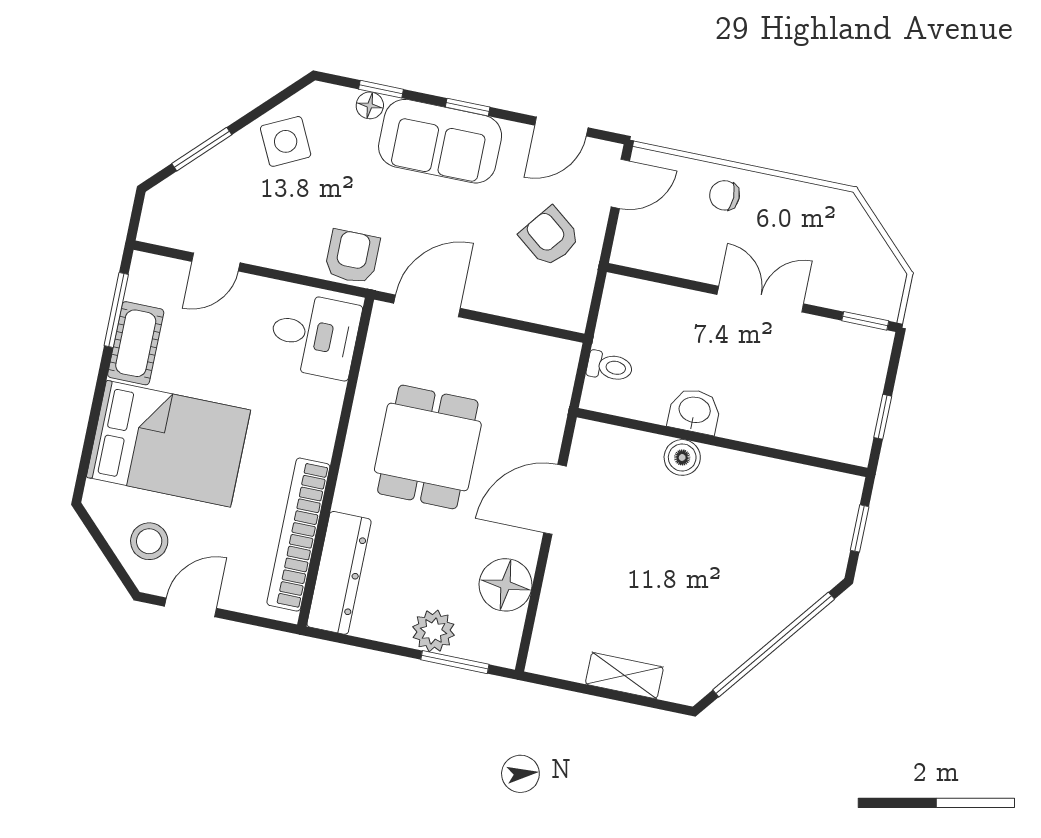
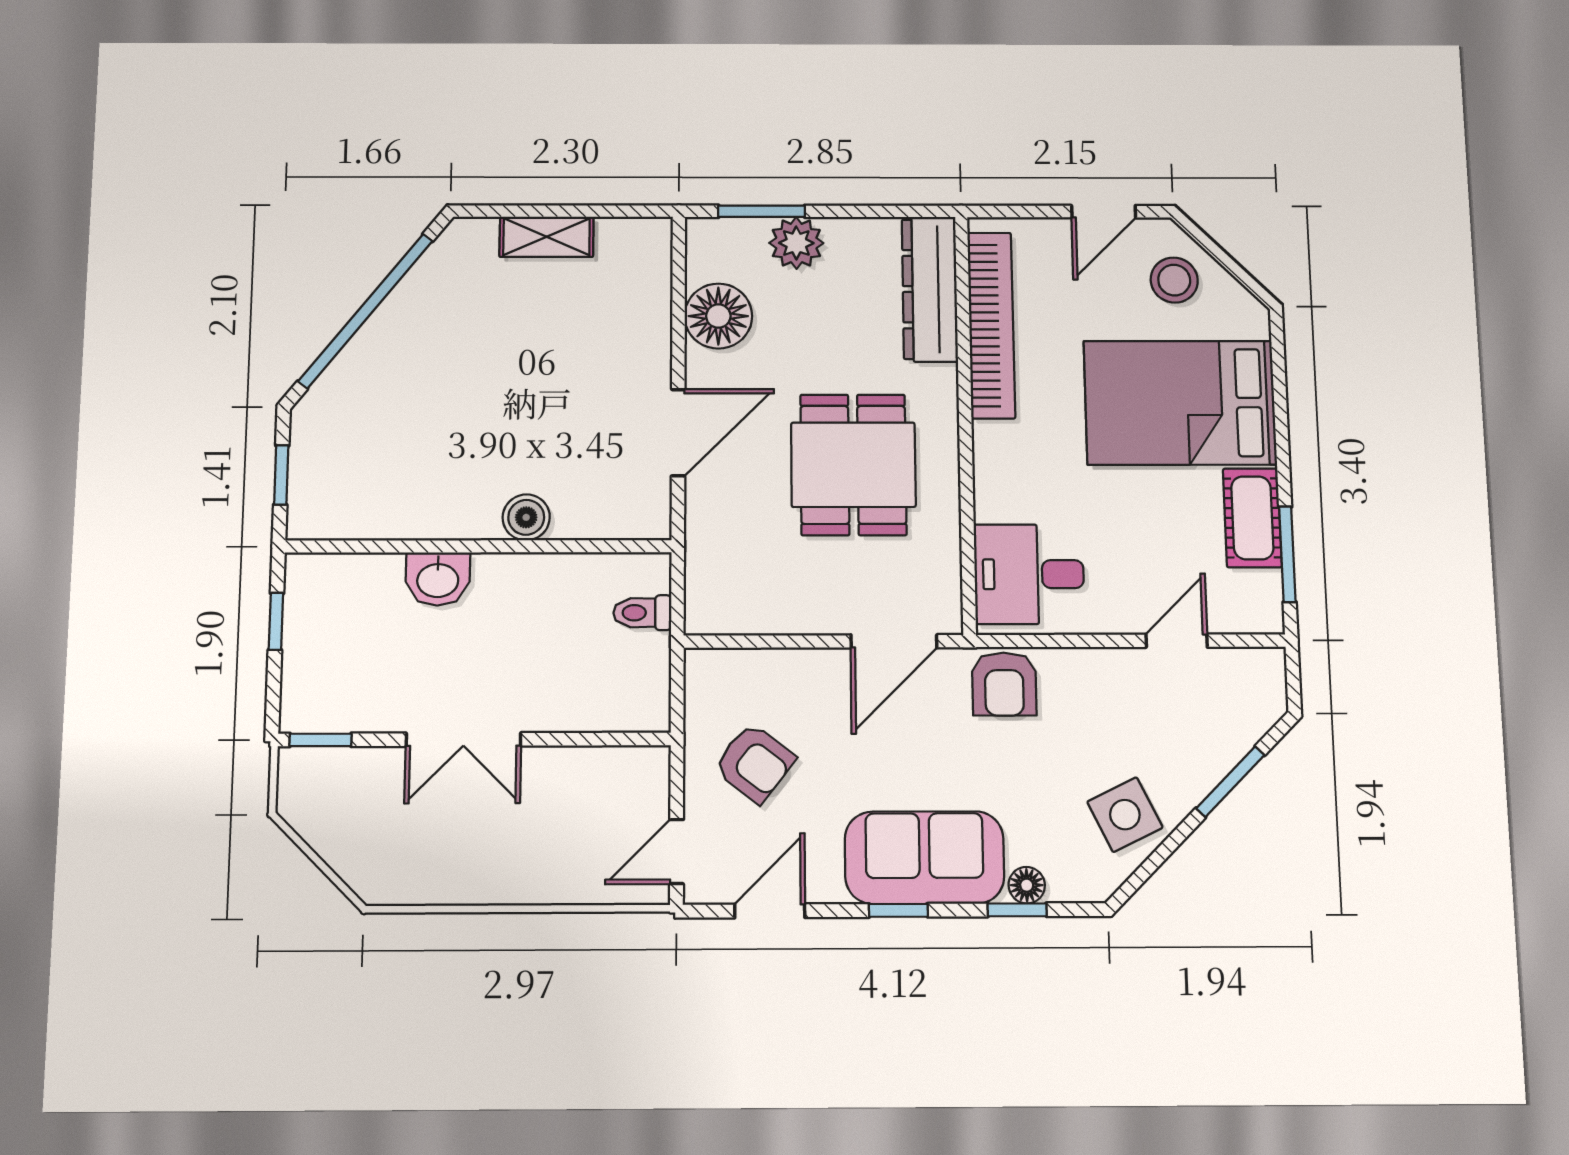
chair: (725, 195) -> (536, 865), removed
washbasin: (694, 411) -> (438, 579), moved

